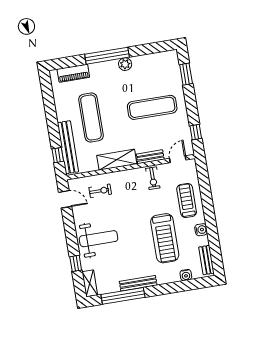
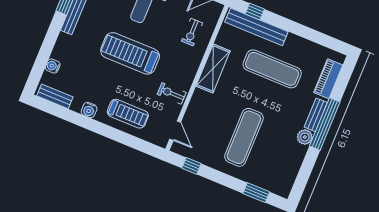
bench: (150, 157) -> (316, 115), moved
treadmill: (165, 238) -> (130, 53), moved

